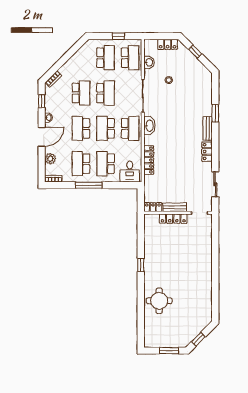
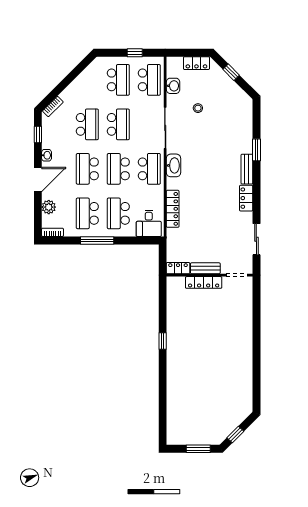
round table: (159, 301) -> (186, 386), removed

